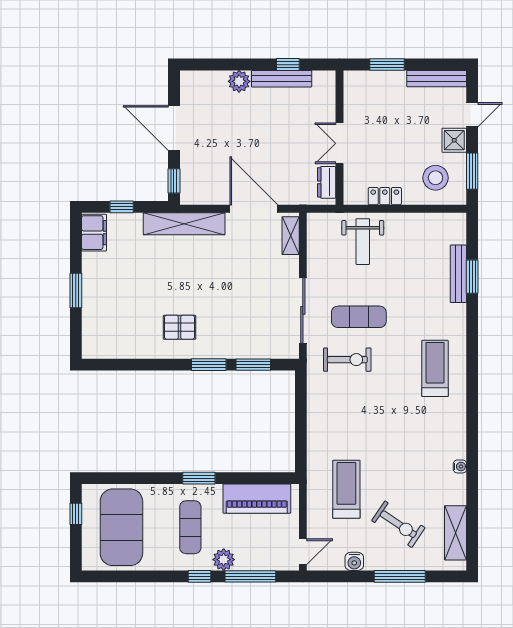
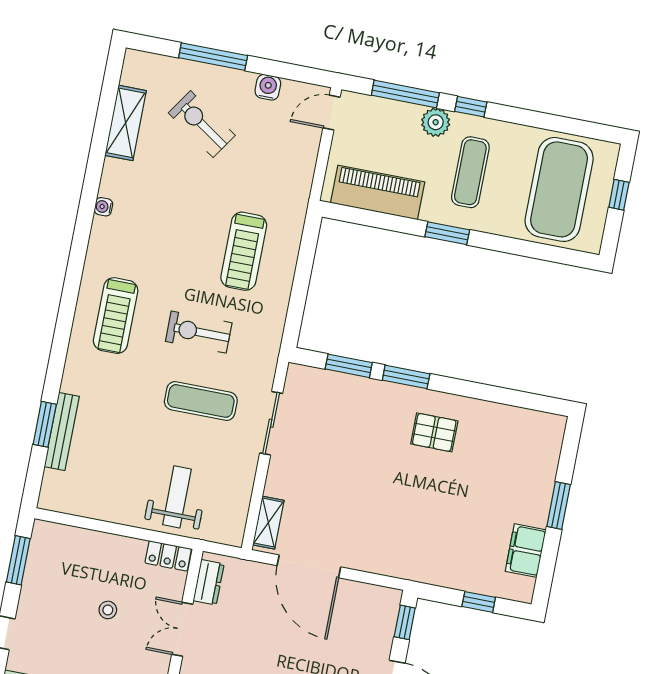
shower: (454, 140) -> (34, 604), removed
double door: (339, 143) -> (182, 629), swing flipped
stool: (436, 178) -> (108, 610), moved, width x0.53, depth x0.53
locker: (385, 196) -> (168, 556), moved
shelving: (184, 224) -> (402, 565), removed
filing cabinet: (94, 233) -> (526, 551), moved
sliding door: (303, 310) -> (271, 423), width x0.73
exercise bike: (347, 360) -> (199, 332), moved
water cooler: (460, 466) -> (103, 207), moved
treadmill: (346, 489) -> (244, 251), moved
window: (76, 514) -> (619, 195), moved
shelving: (456, 533) -> (126, 123), moved

